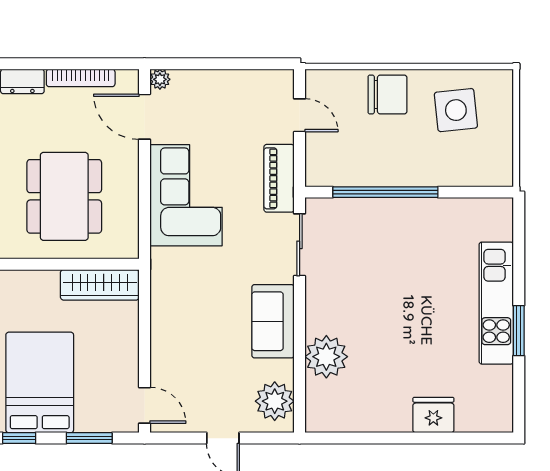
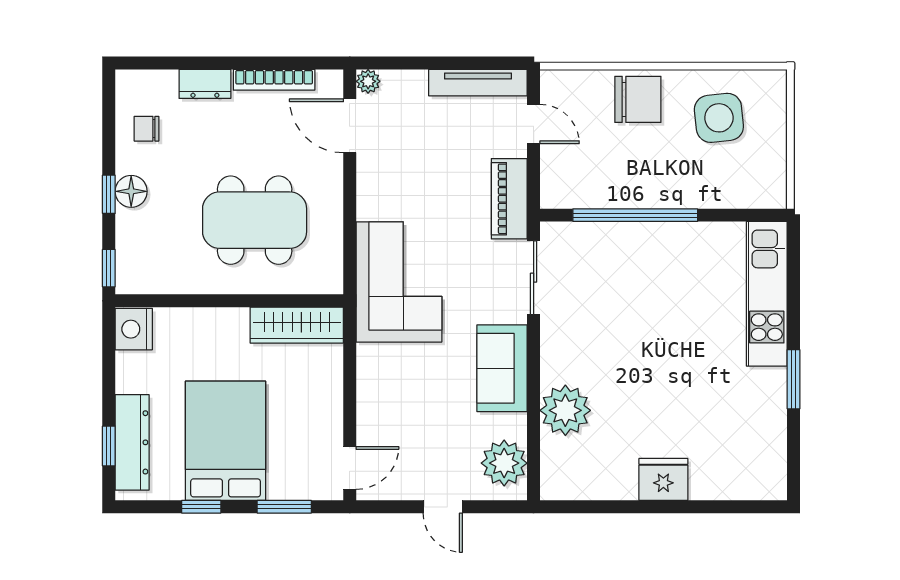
tv unit: (253, 80) -> (478, 83), added
corner sofa: (186, 195) -> (399, 282), moved
dining table: (64, 196) -> (255, 220), turned 90
kitchen unit: (496, 303) -> (767, 294), moved
door: (144, 405) -> (350, 468), hinge flipped
fridge: (433, 415) -> (663, 479), moved

